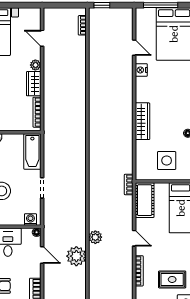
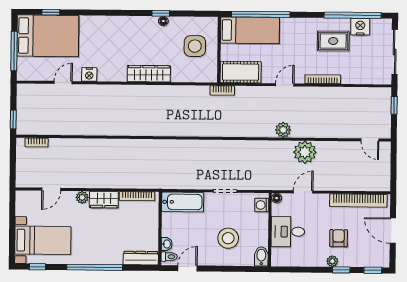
rug: (172, 279) -> (333, 41), turned 90

